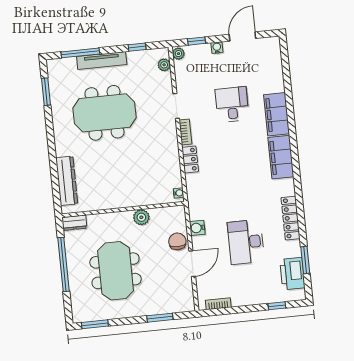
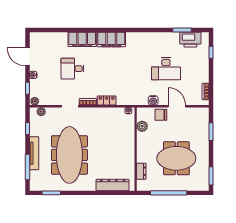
meeting table: (104, 113) -> (69, 155), width x1.36
plant: (141, 217) -> (142, 126), moved
locker: (291, 218) -> (153, 37), removed
dresser: (74, 223) -> (141, 171), moved

